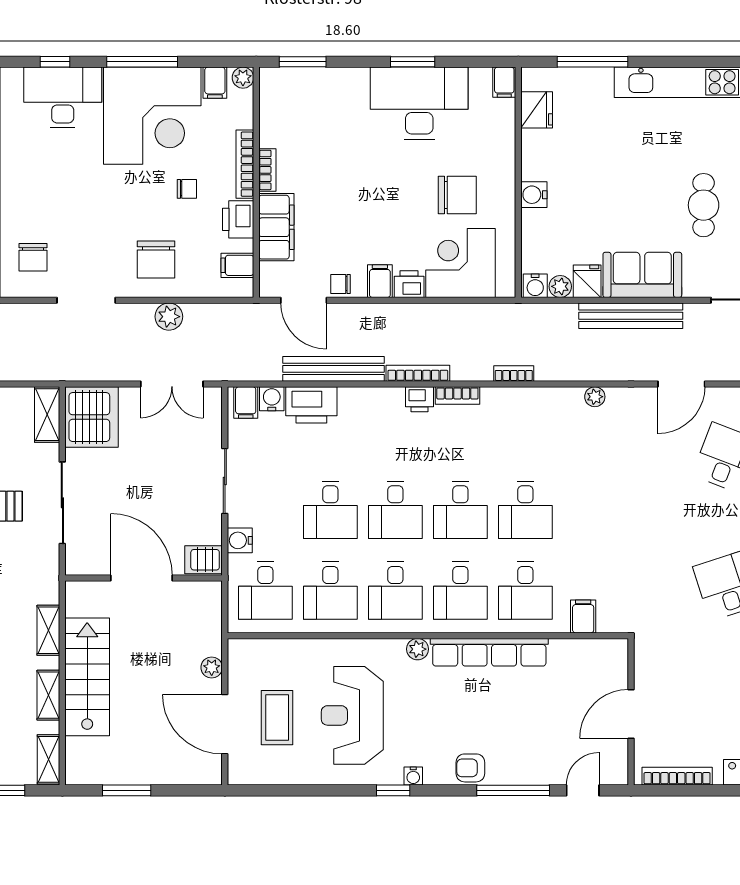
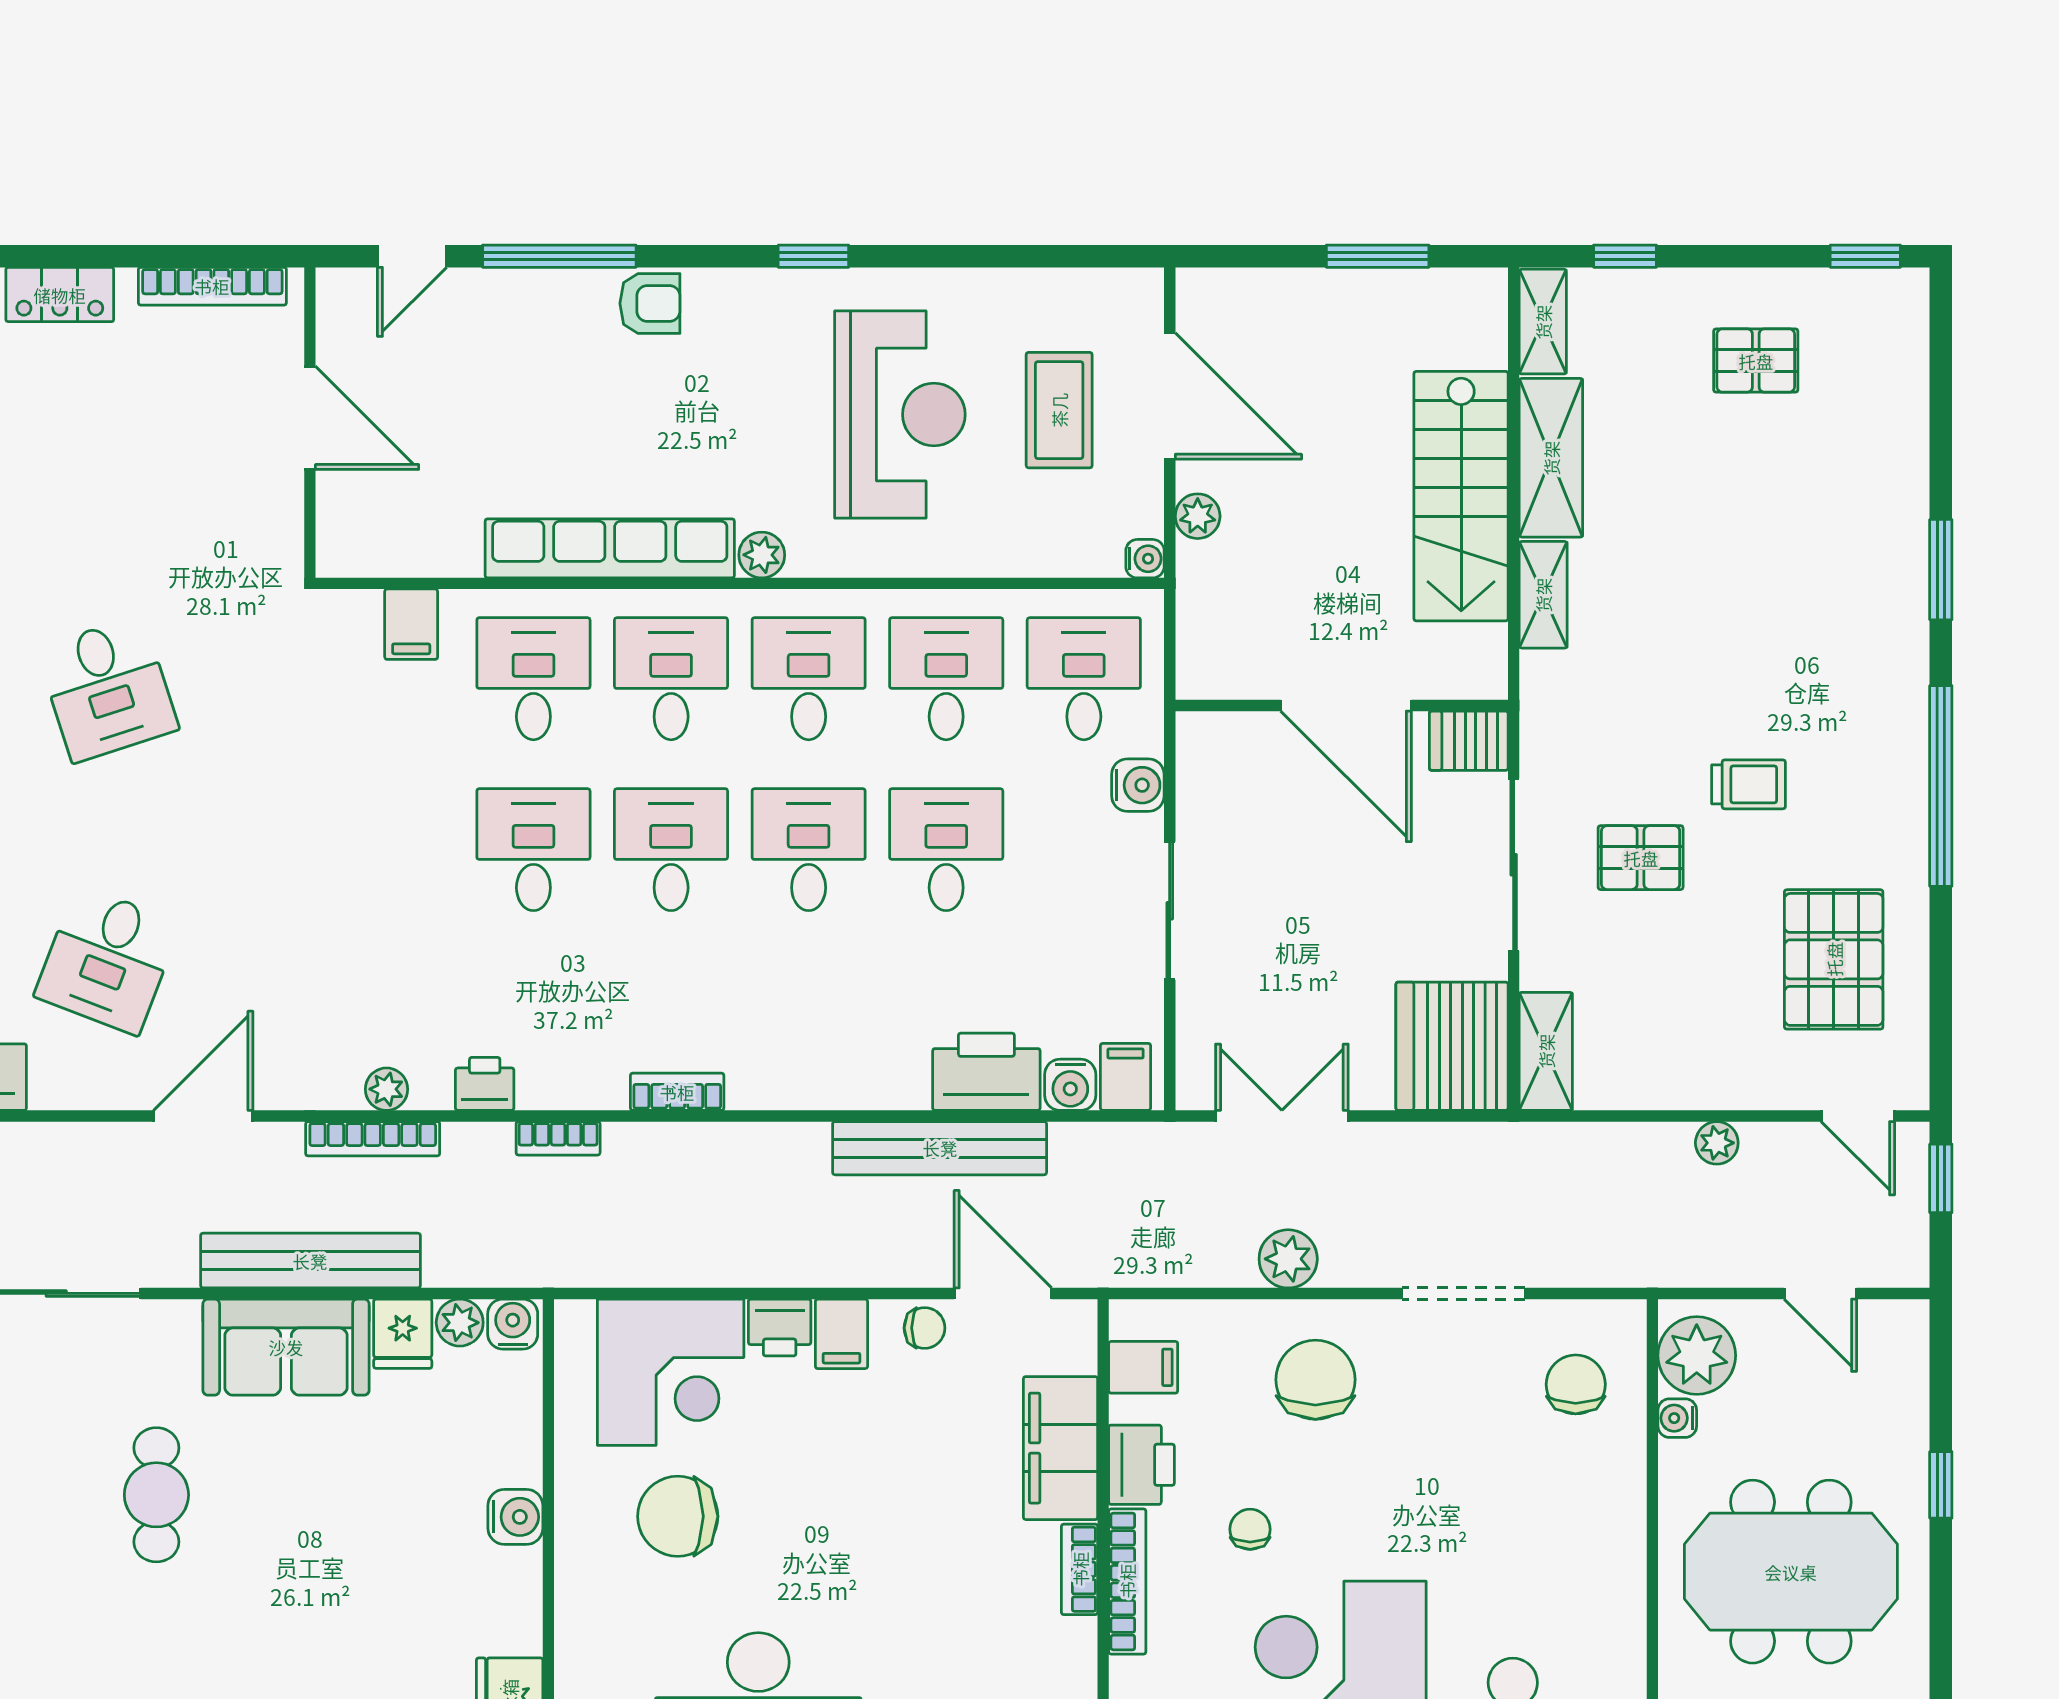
chair: (187, 189) -> (1250, 1529), turned 90
bookcase: (418, 373) -> (373, 1139), moved
printer: (419, 399) -> (485, 1084), moved
server rack: (204, 560) -> (1469, 741), moved, turned 180
shelving: (48, 695) -> (1551, 458), width x1.50, depth x1.33
door: (631, 714) -> (310, 418), hinge flipped
water cooler: (413, 776) -> (1145, 559), moved, turned 90

